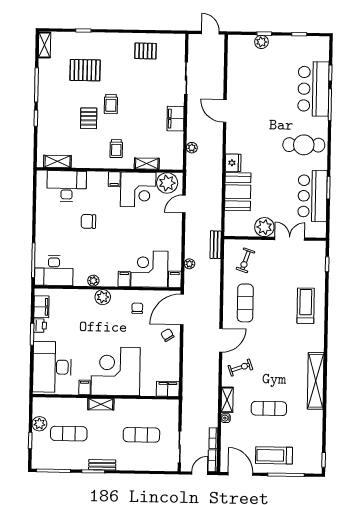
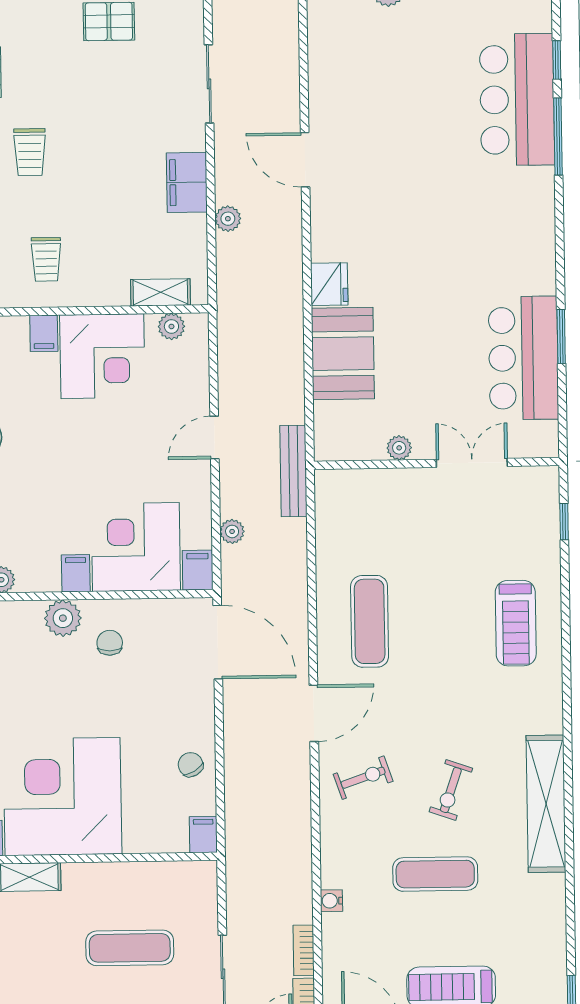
cafe table: (304, 145) -> (498, 235), removed
plant: (192, 148) -> (228, 219), moved
shelving: (147, 164) -> (160, 292), moved
plant: (167, 183) -> (171, 326), width x0.53, depth x0.53
door: (184, 204) -> (215, 438), moved
plant: (264, 227) -> (399, 448), width x0.53, depth x0.53
bench: (216, 245) -> (293, 471), width x1.36
exercise bike: (245, 260) -> (451, 790), moved
plant: (103, 297) -> (63, 618), moved
treadmill: (306, 306) -> (516, 623), turned 180
door: (182, 309) -> (218, 642), swing flipped
chair: (167, 335) -> (191, 765), moved
filing cabinet: (168, 389) -> (203, 835), width x0.50
shelving: (227, 400) -> (334, 857), removed

